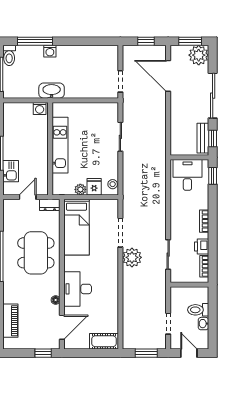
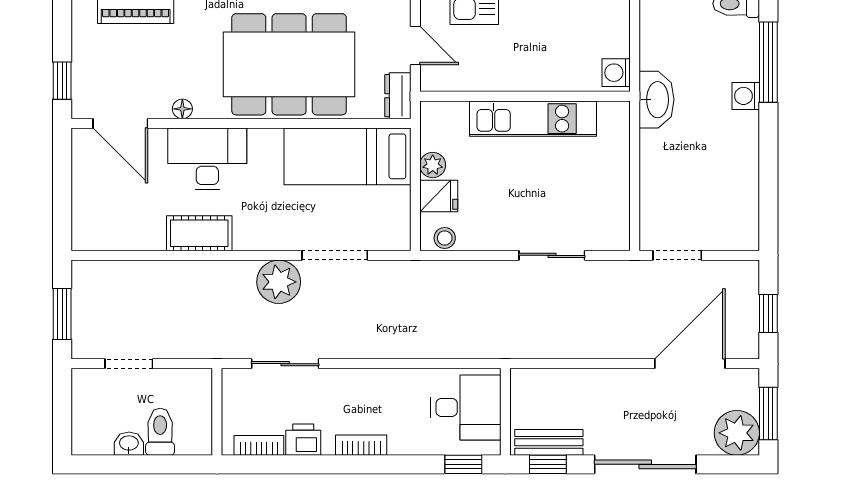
dining table: (36, 253) -> (289, 64), width x1.36, depth x1.24
cot: (104, 341) -> (199, 233), moved, turned 90
door: (189, 353) -> (62, 411), removed

